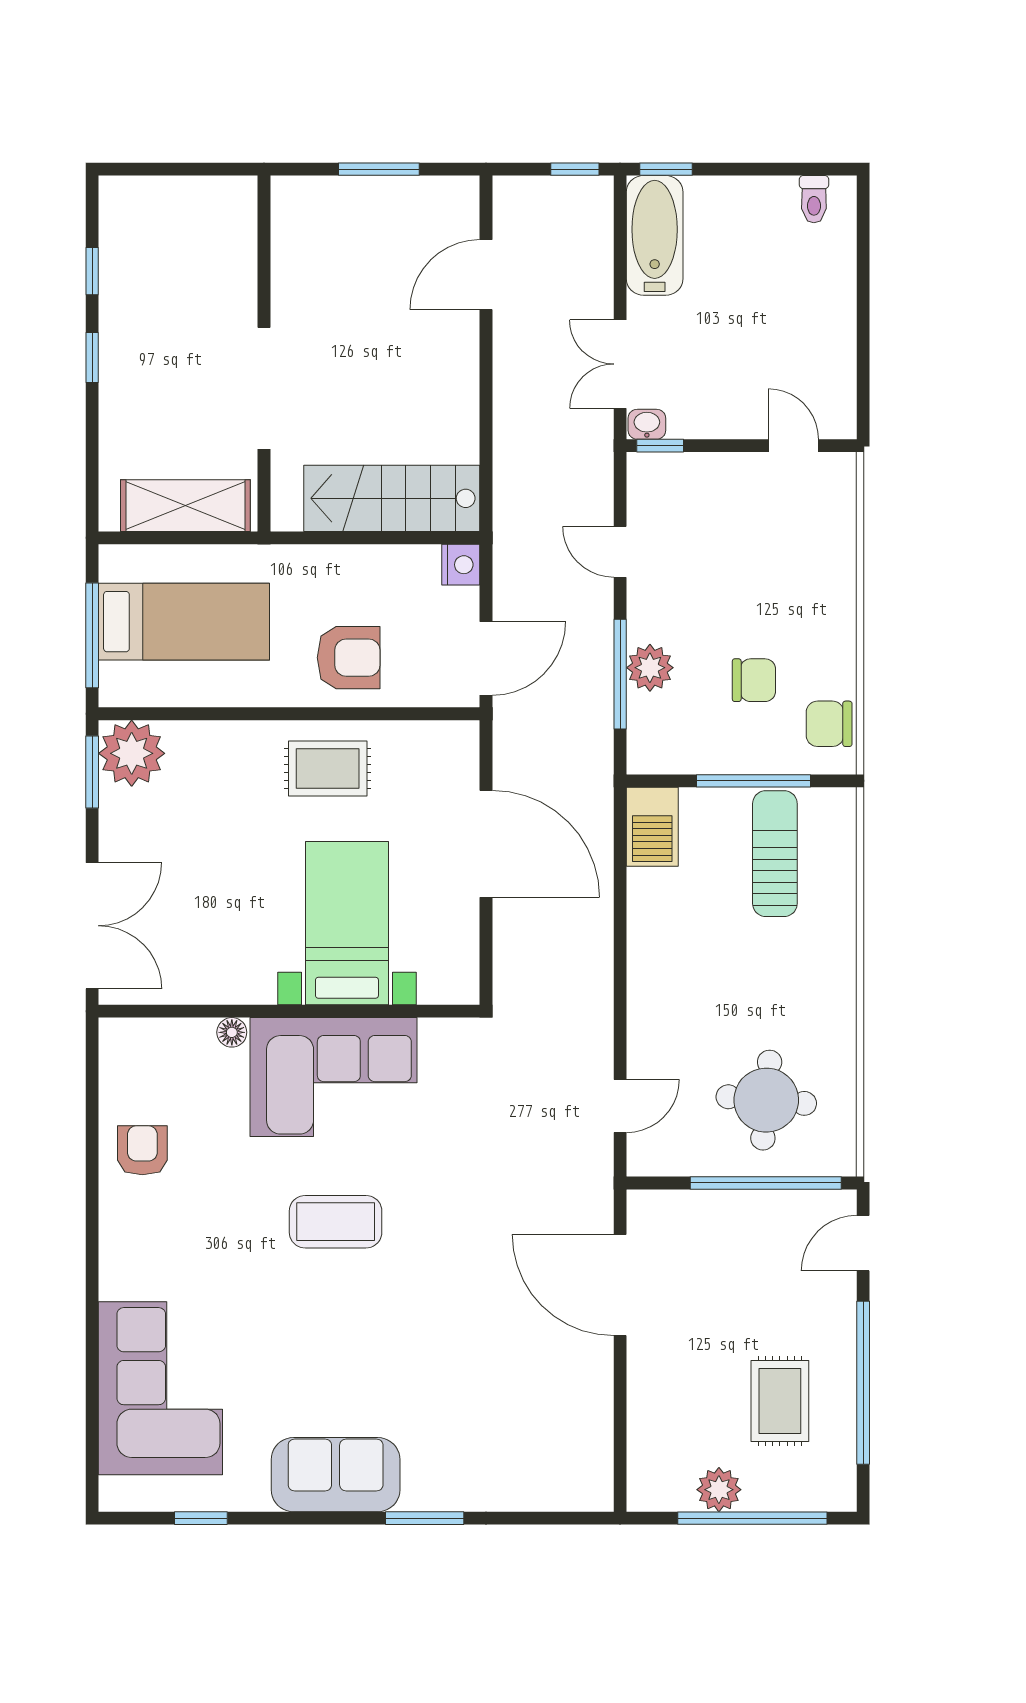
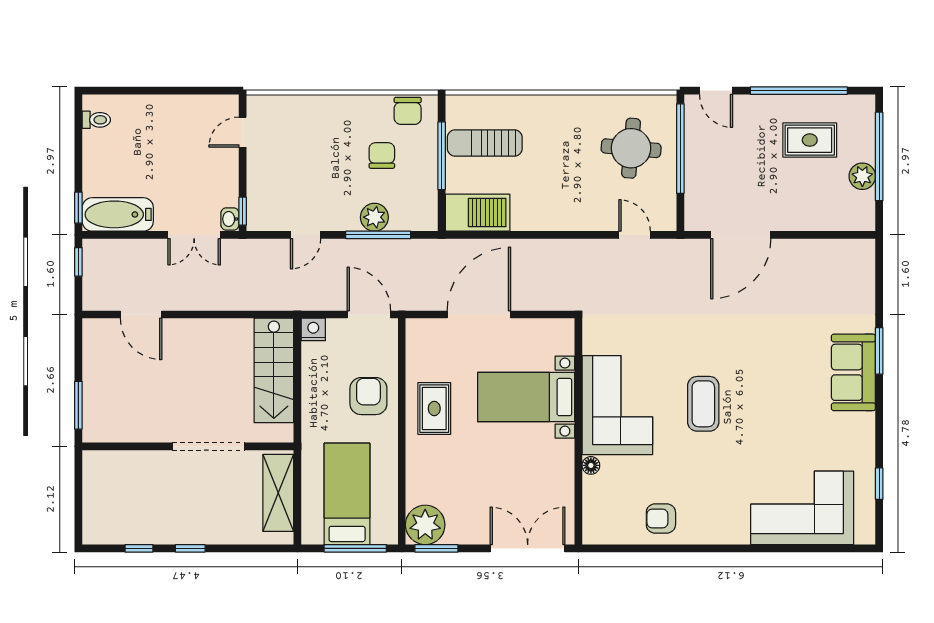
window: (379, 169) -> (78, 405), moved
barbecue: (652, 827) -> (478, 213), width x1.37, depth x1.21
sofa: (336, 1475) -> (853, 372), moved

